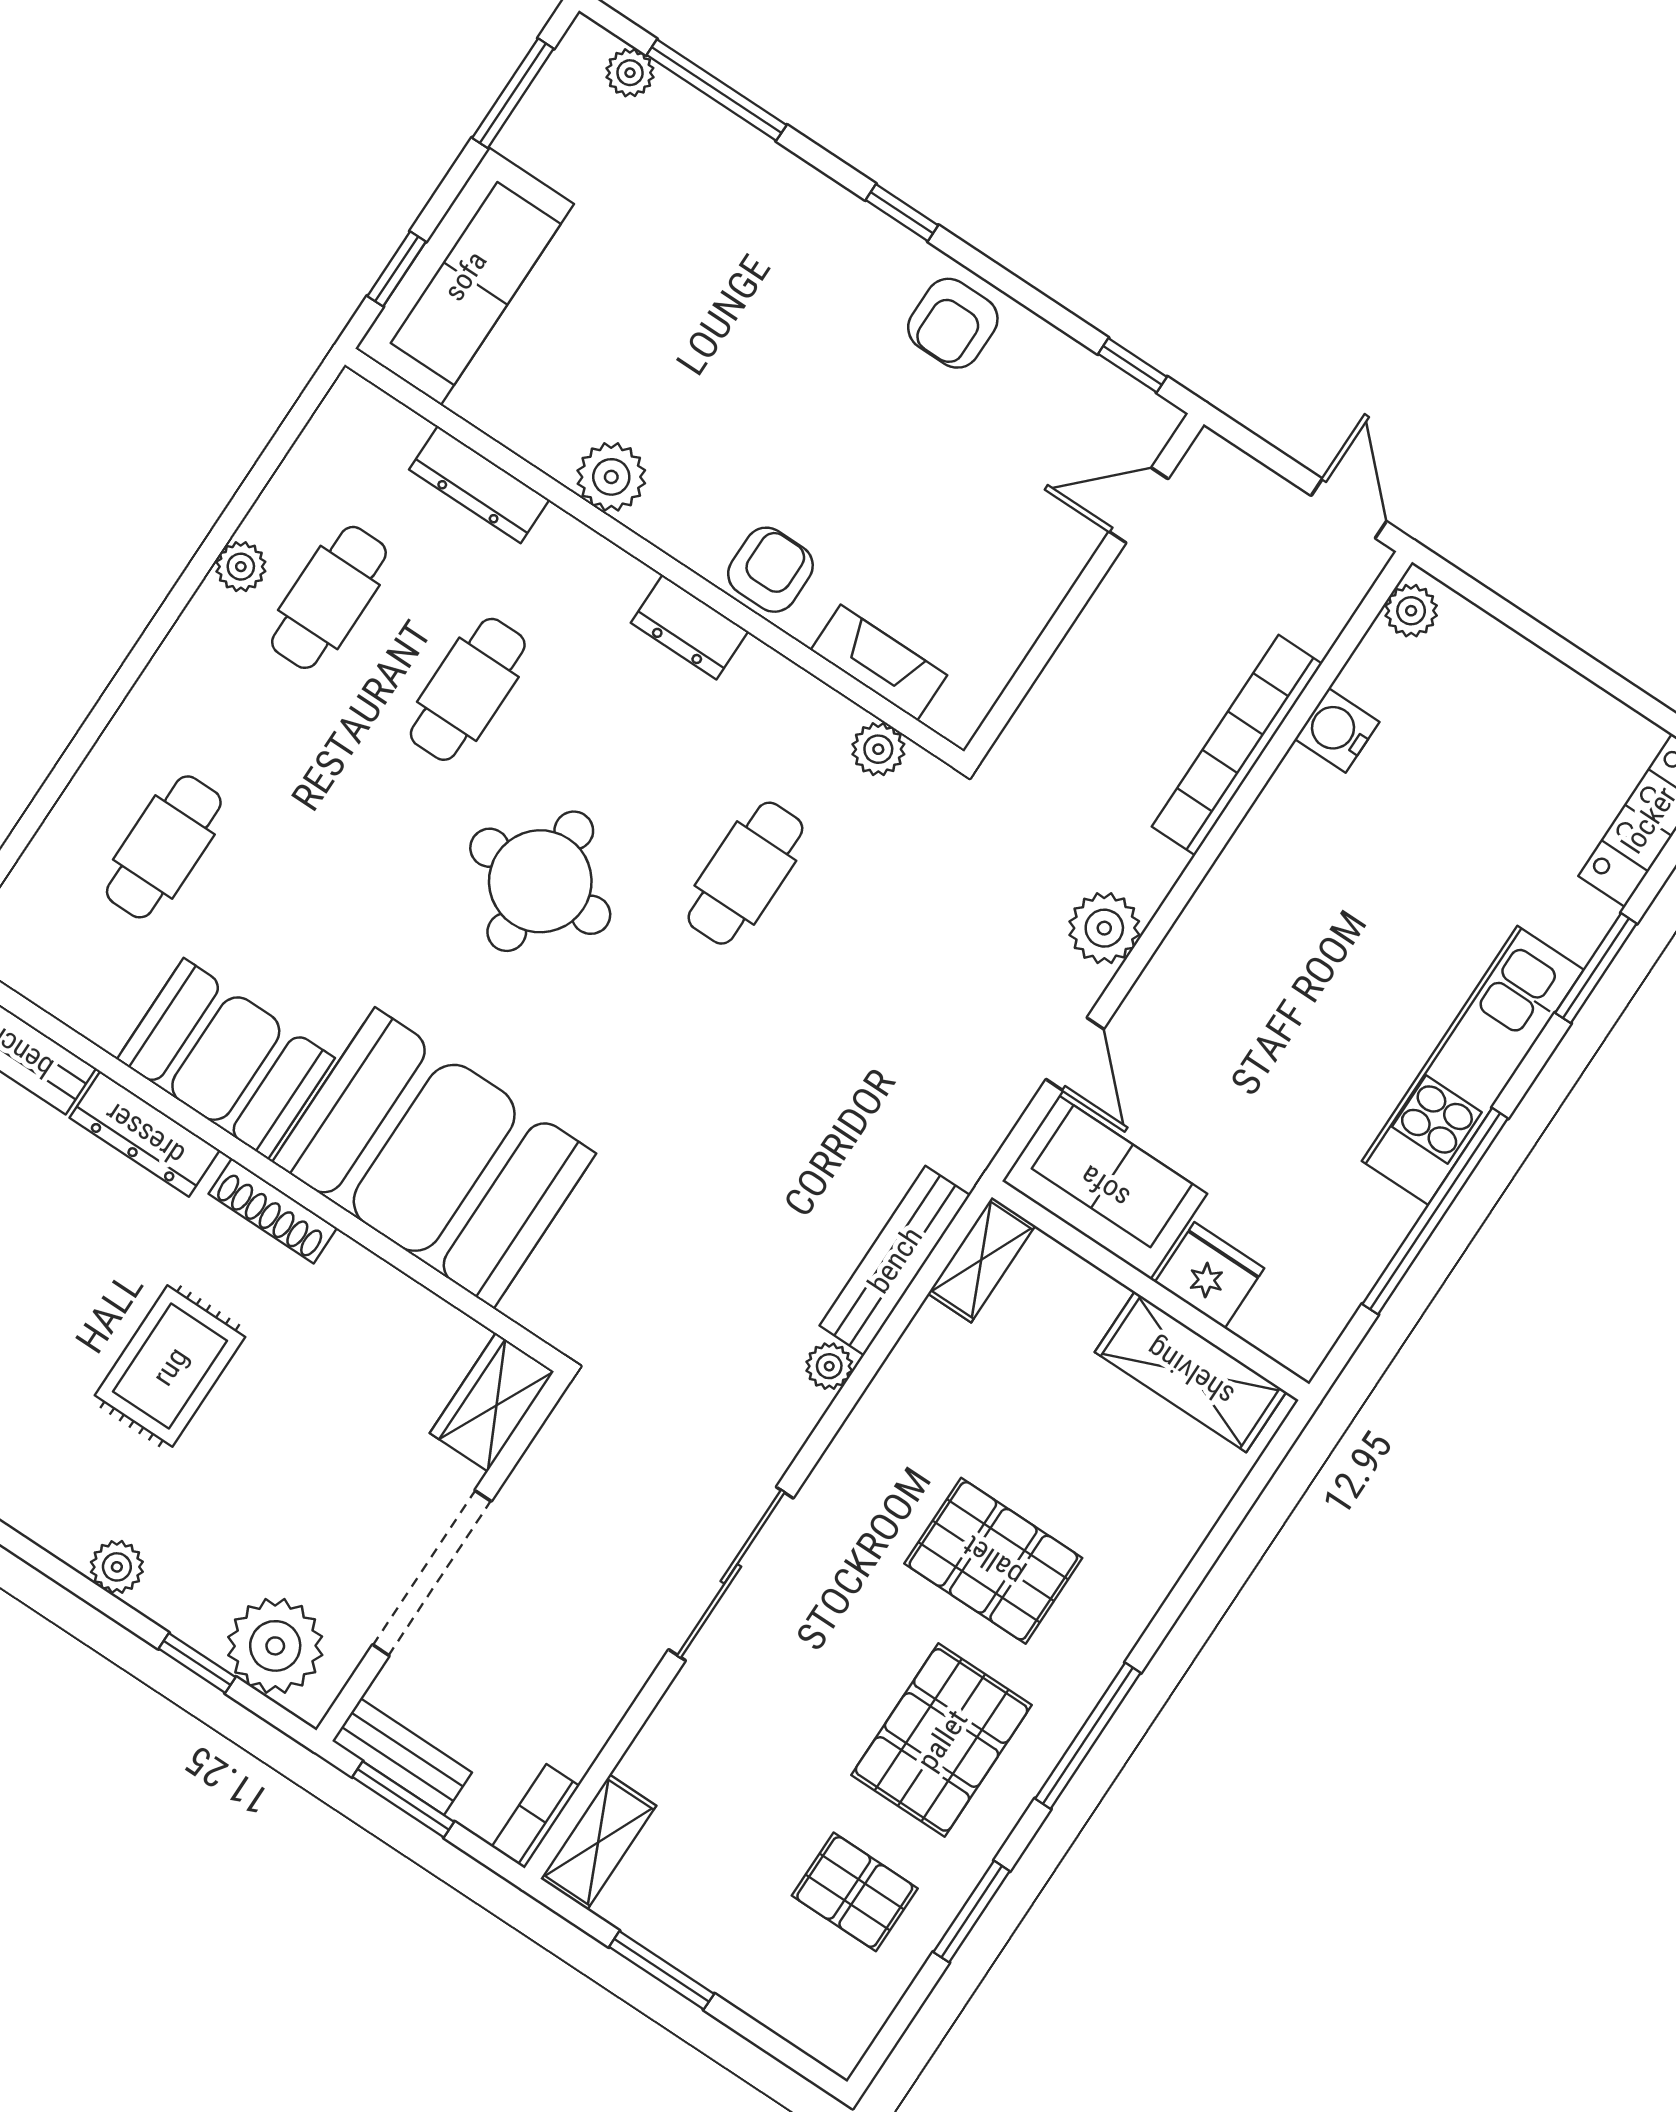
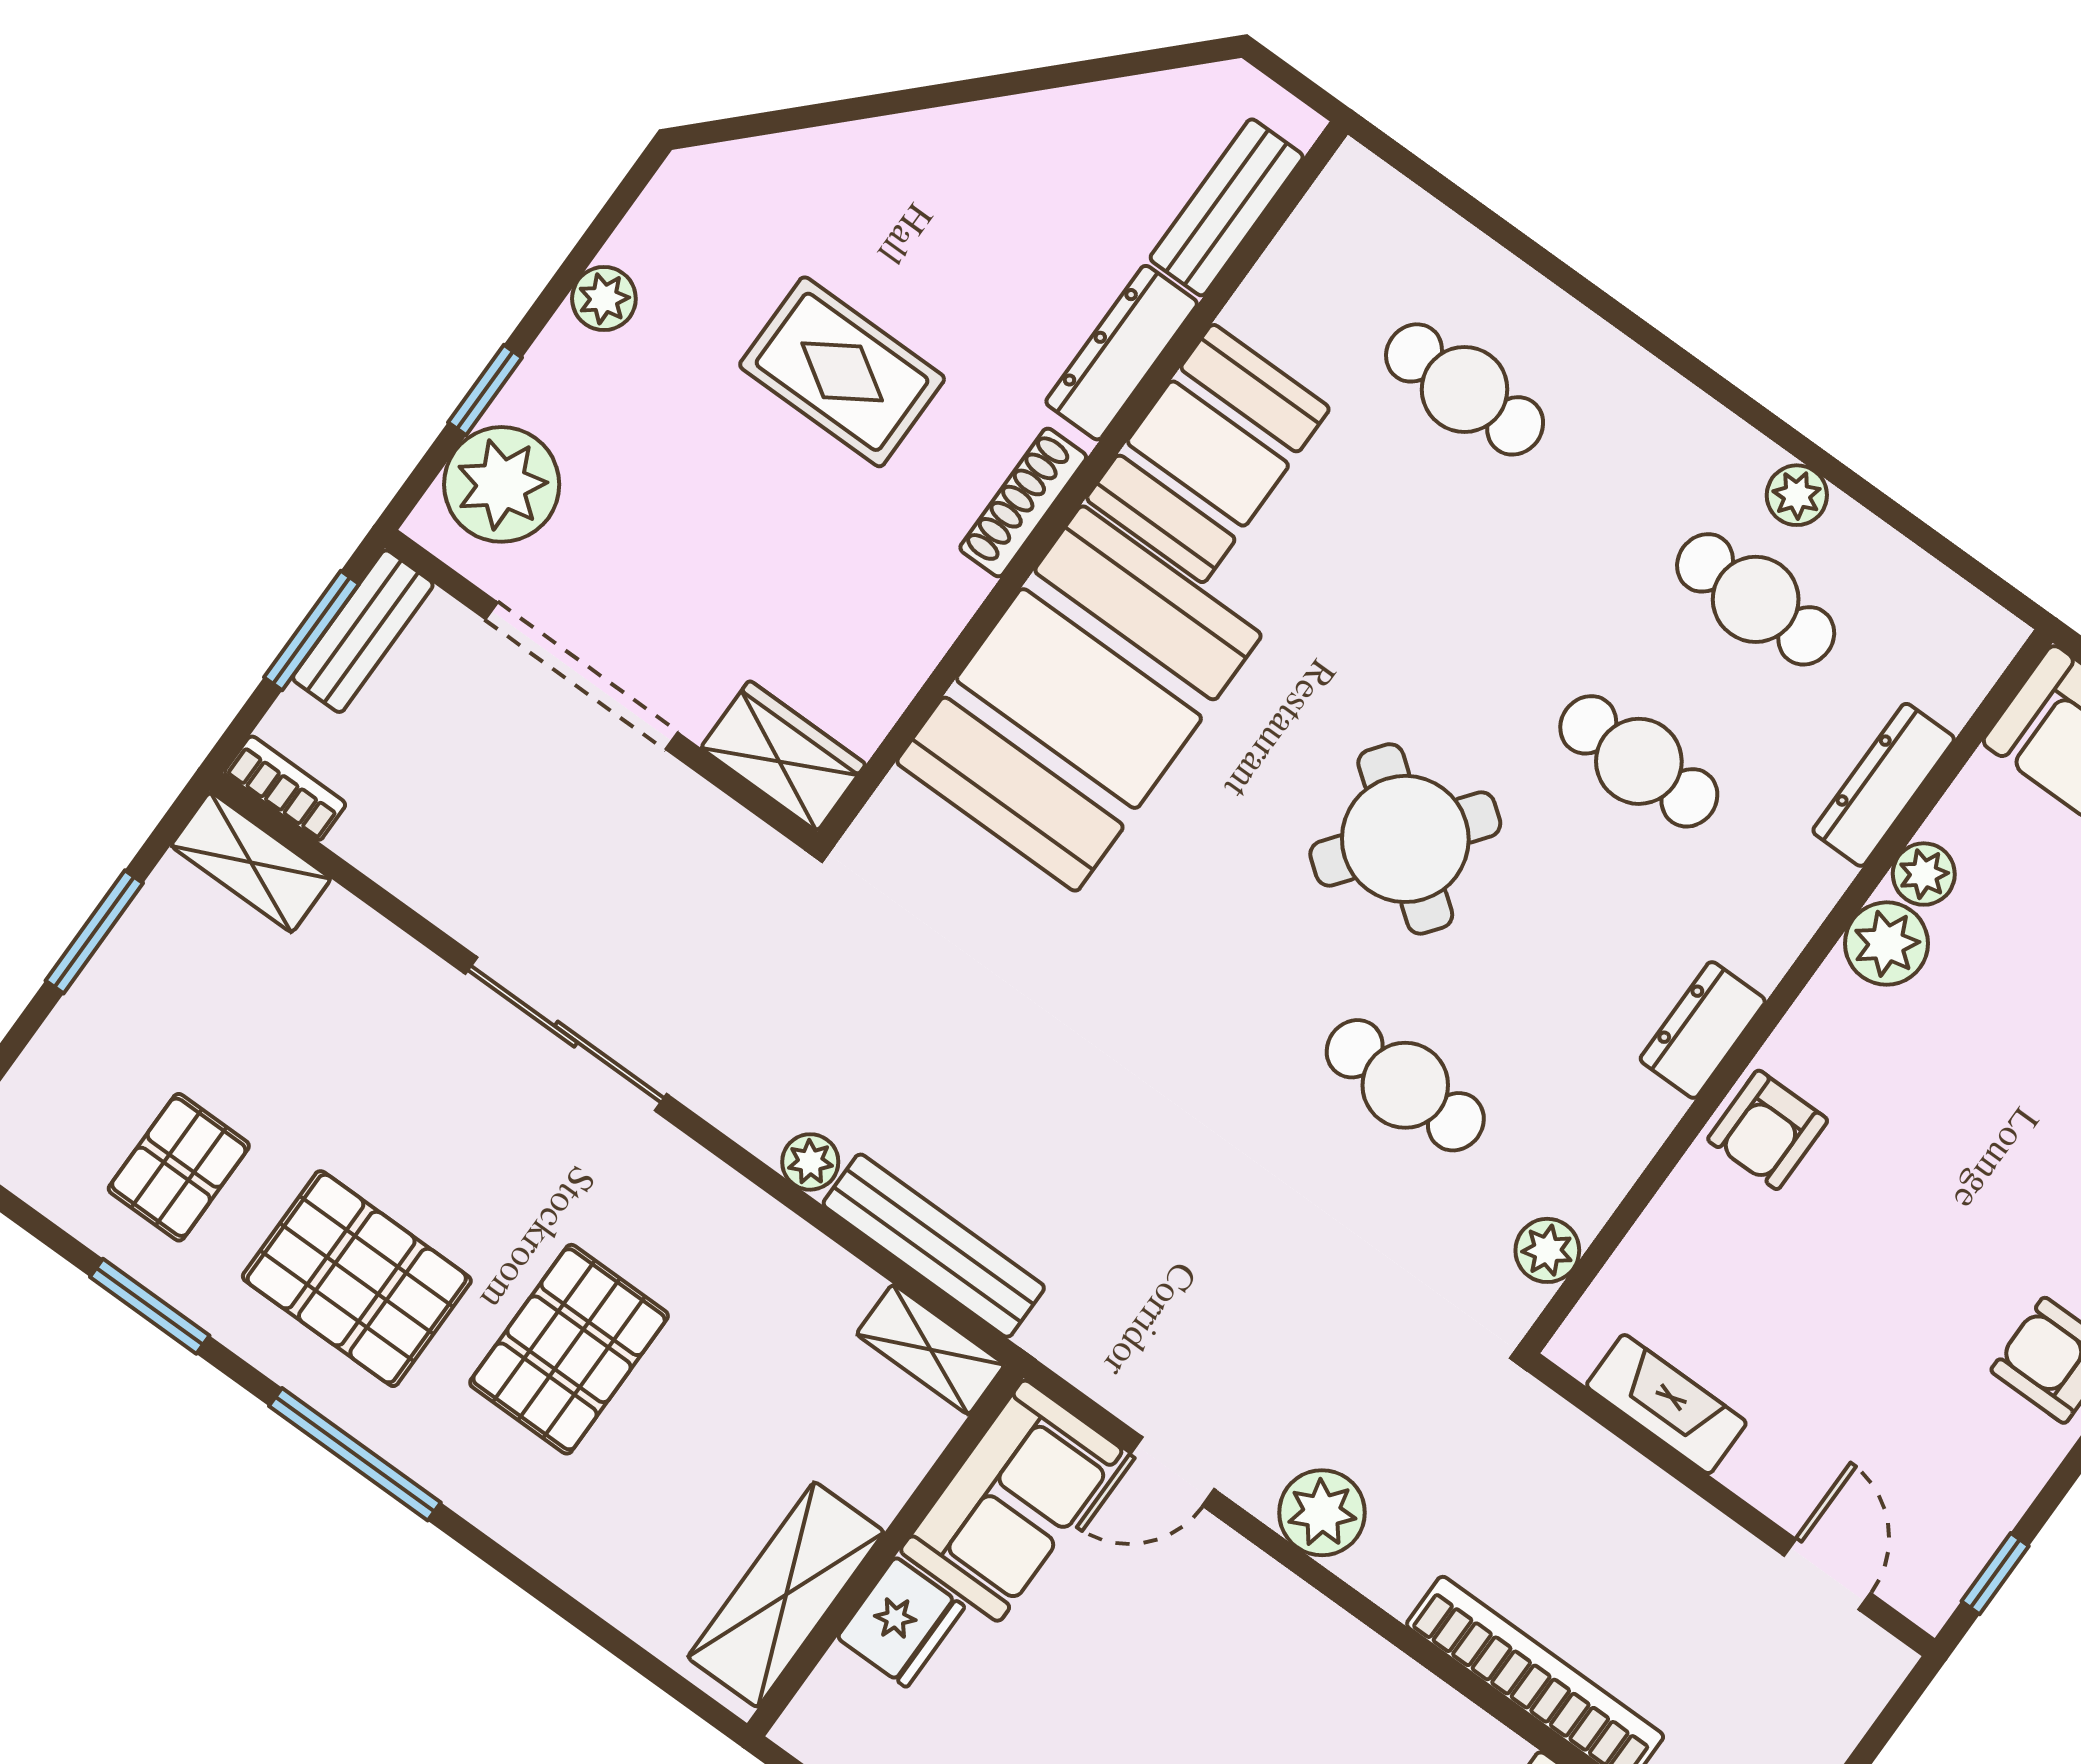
plant: (552, 448) -> (1924, 874), added
armchair: (770, 570) -> (1768, 1130), turned 90
fireplace: (879, 663) -> (1666, 1404), moved, turned -90
round table: (540, 881) -> (1405, 839), turned 37

